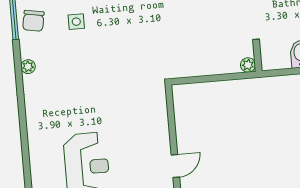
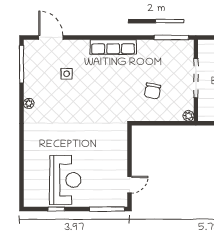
chair: (33, 21) -> (152, 91), moved

